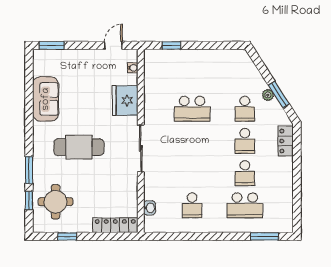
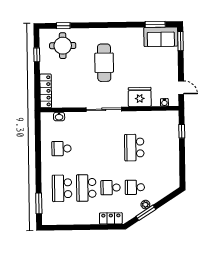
sofa: (46, 99) -> (161, 37), moved
window: (29, 170) -> (155, 24), moved
school desk: (245, 173) -> (86, 188), width x1.85

